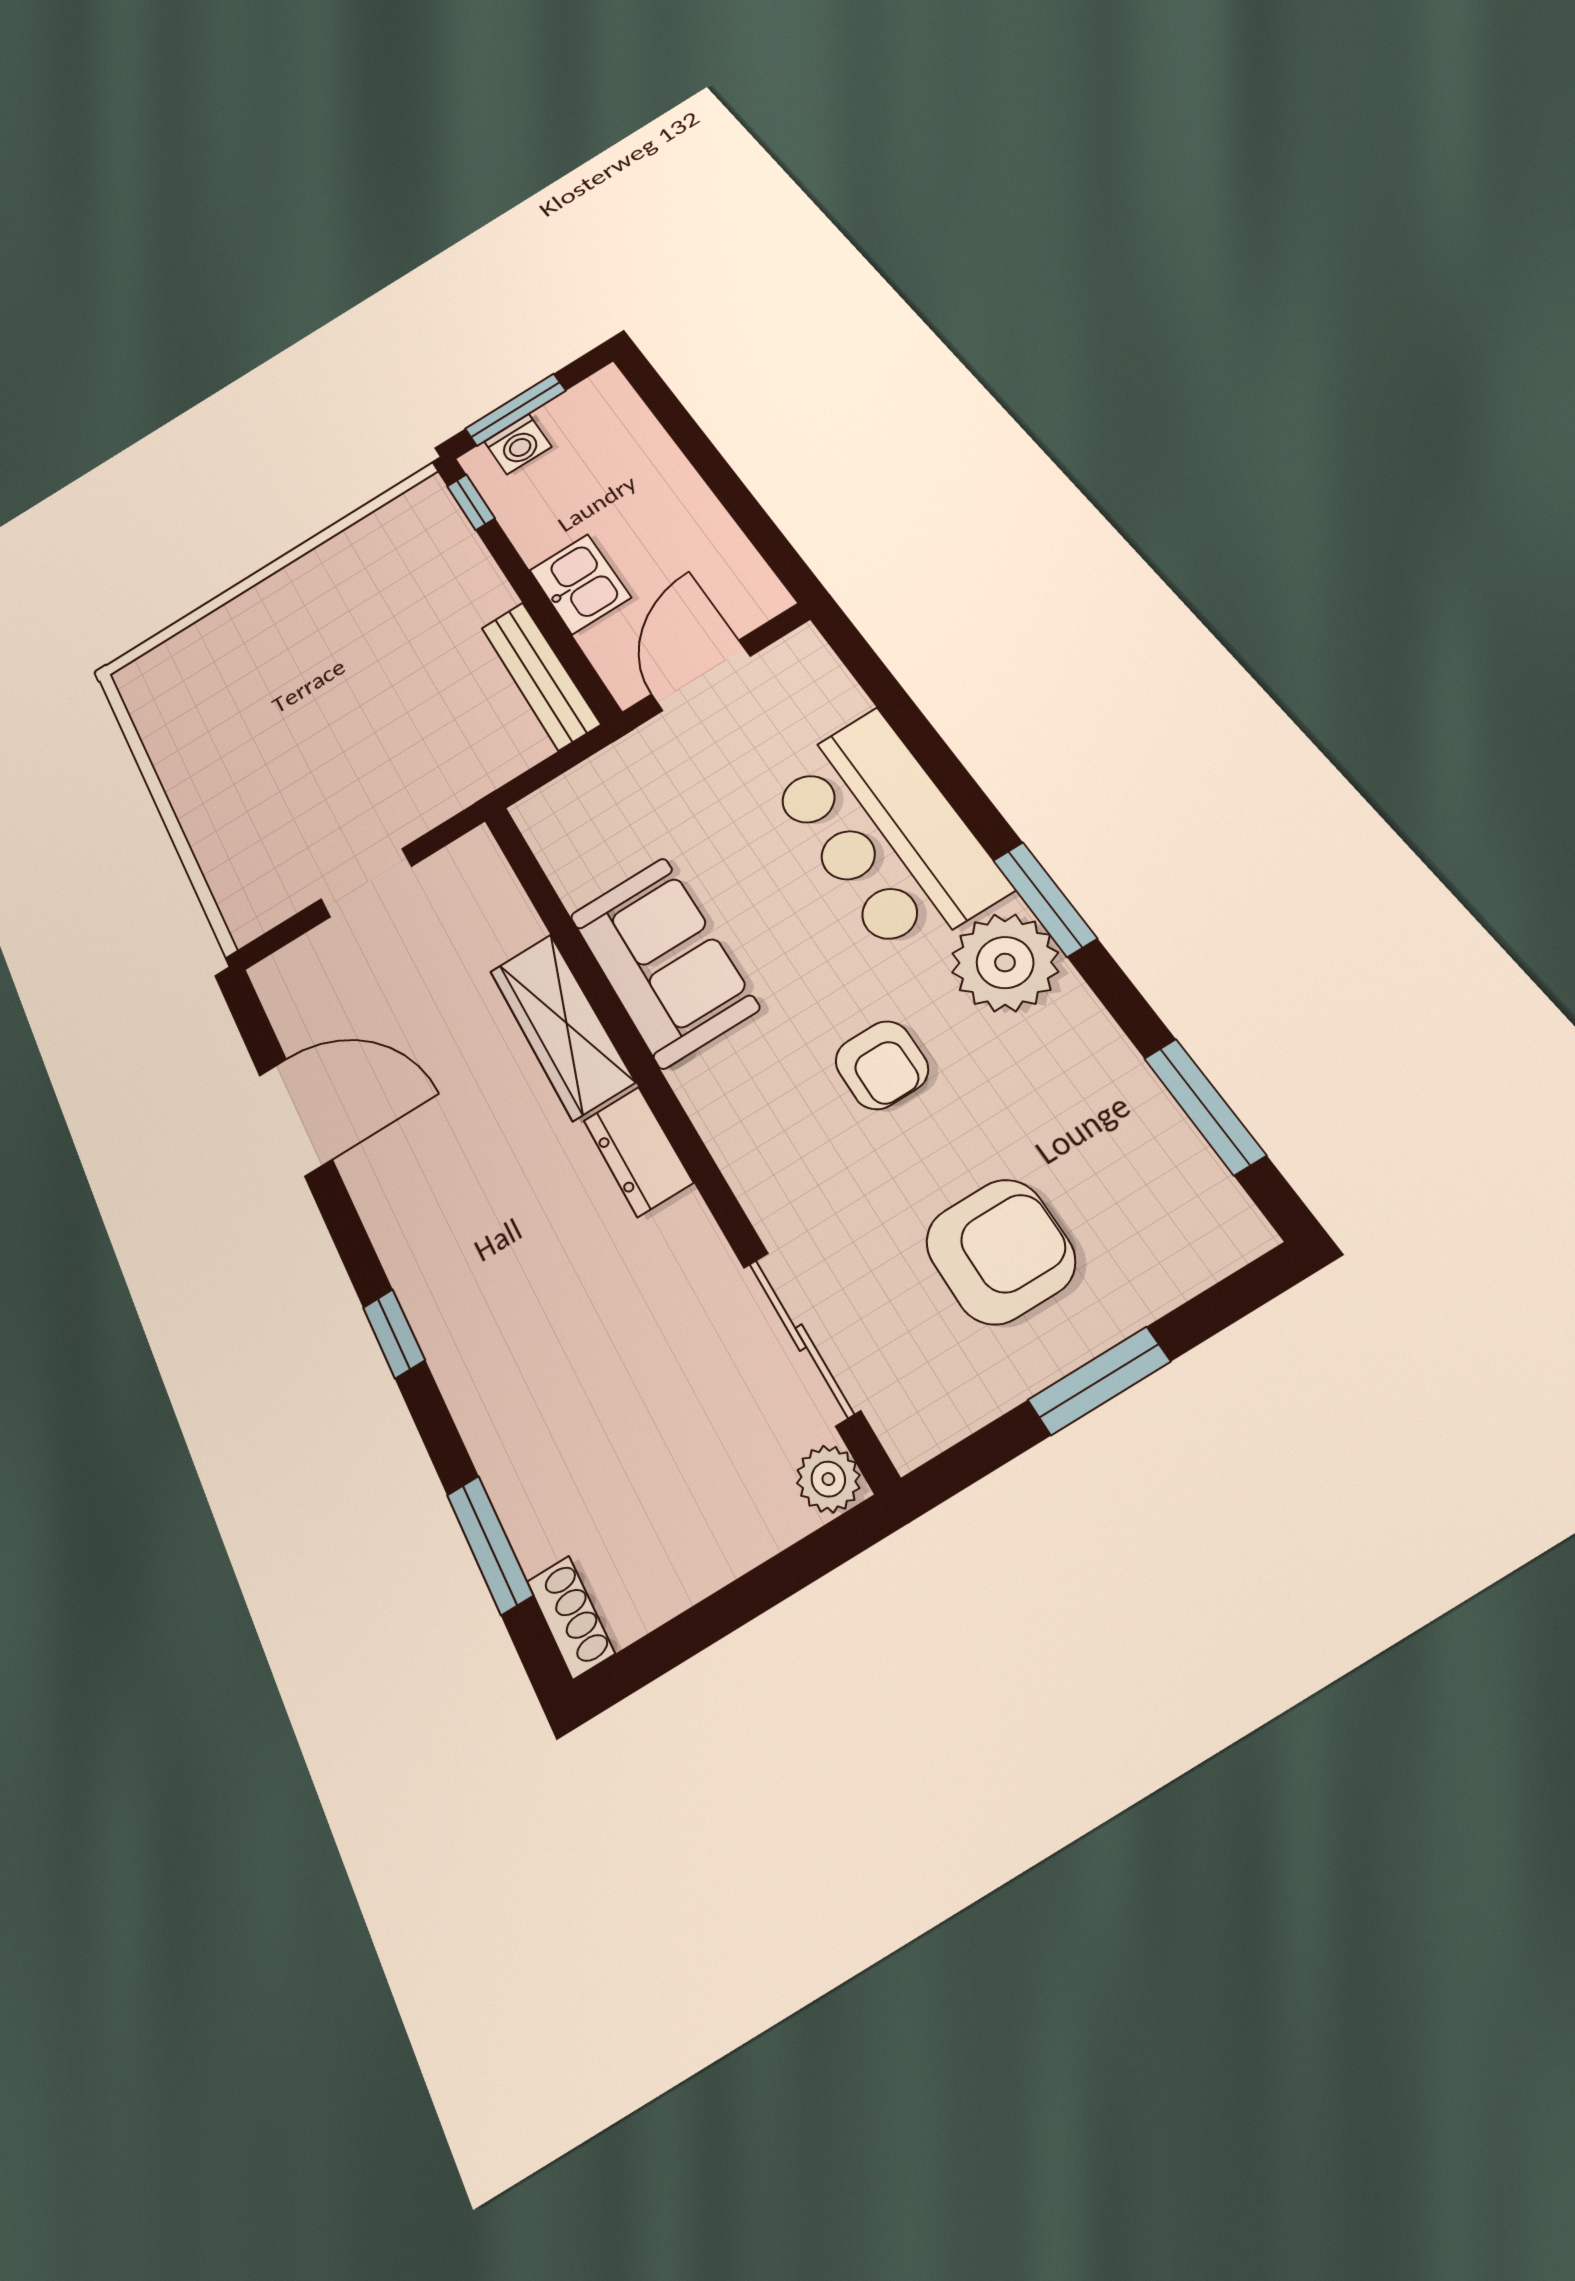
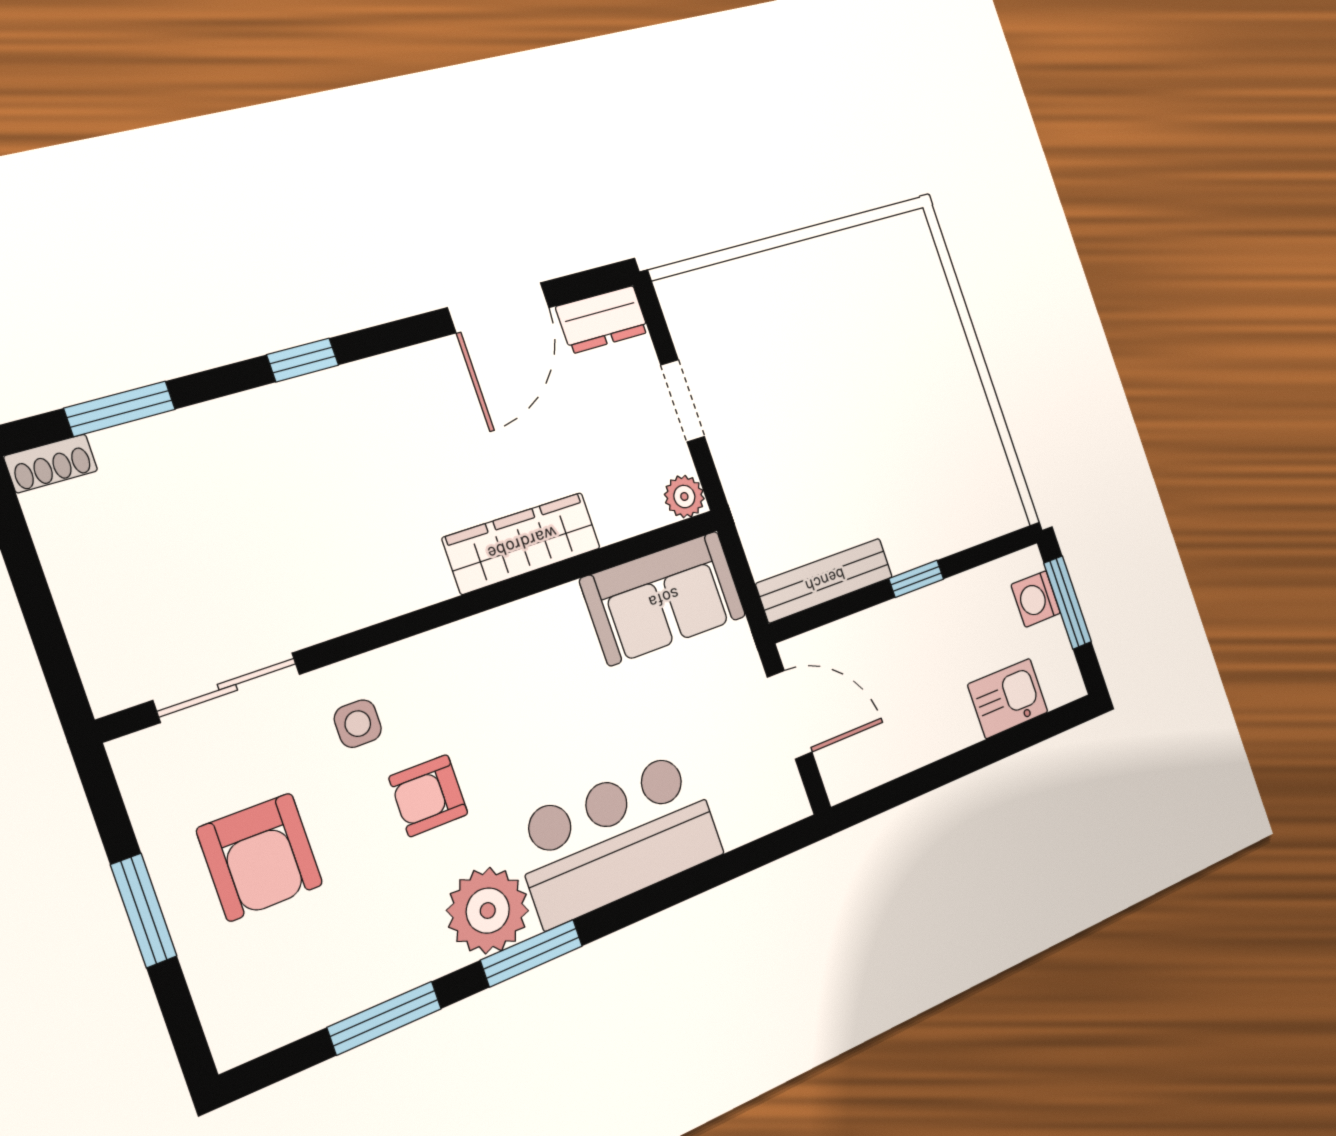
window: (471, 502) -> (916, 579), moved
kitchen sink: (580, 584) -> (1008, 698), moved, turned 180
sofa: (663, 961) -> (664, 598), moved
window: (1204, 1106) -> (385, 1018), moved
dresser: (638, 1151) -> (602, 320), moved, turned 180
side table: (813, 1169) -> (358, 724), added
plant: (828, 1479) -> (684, 497), moved

